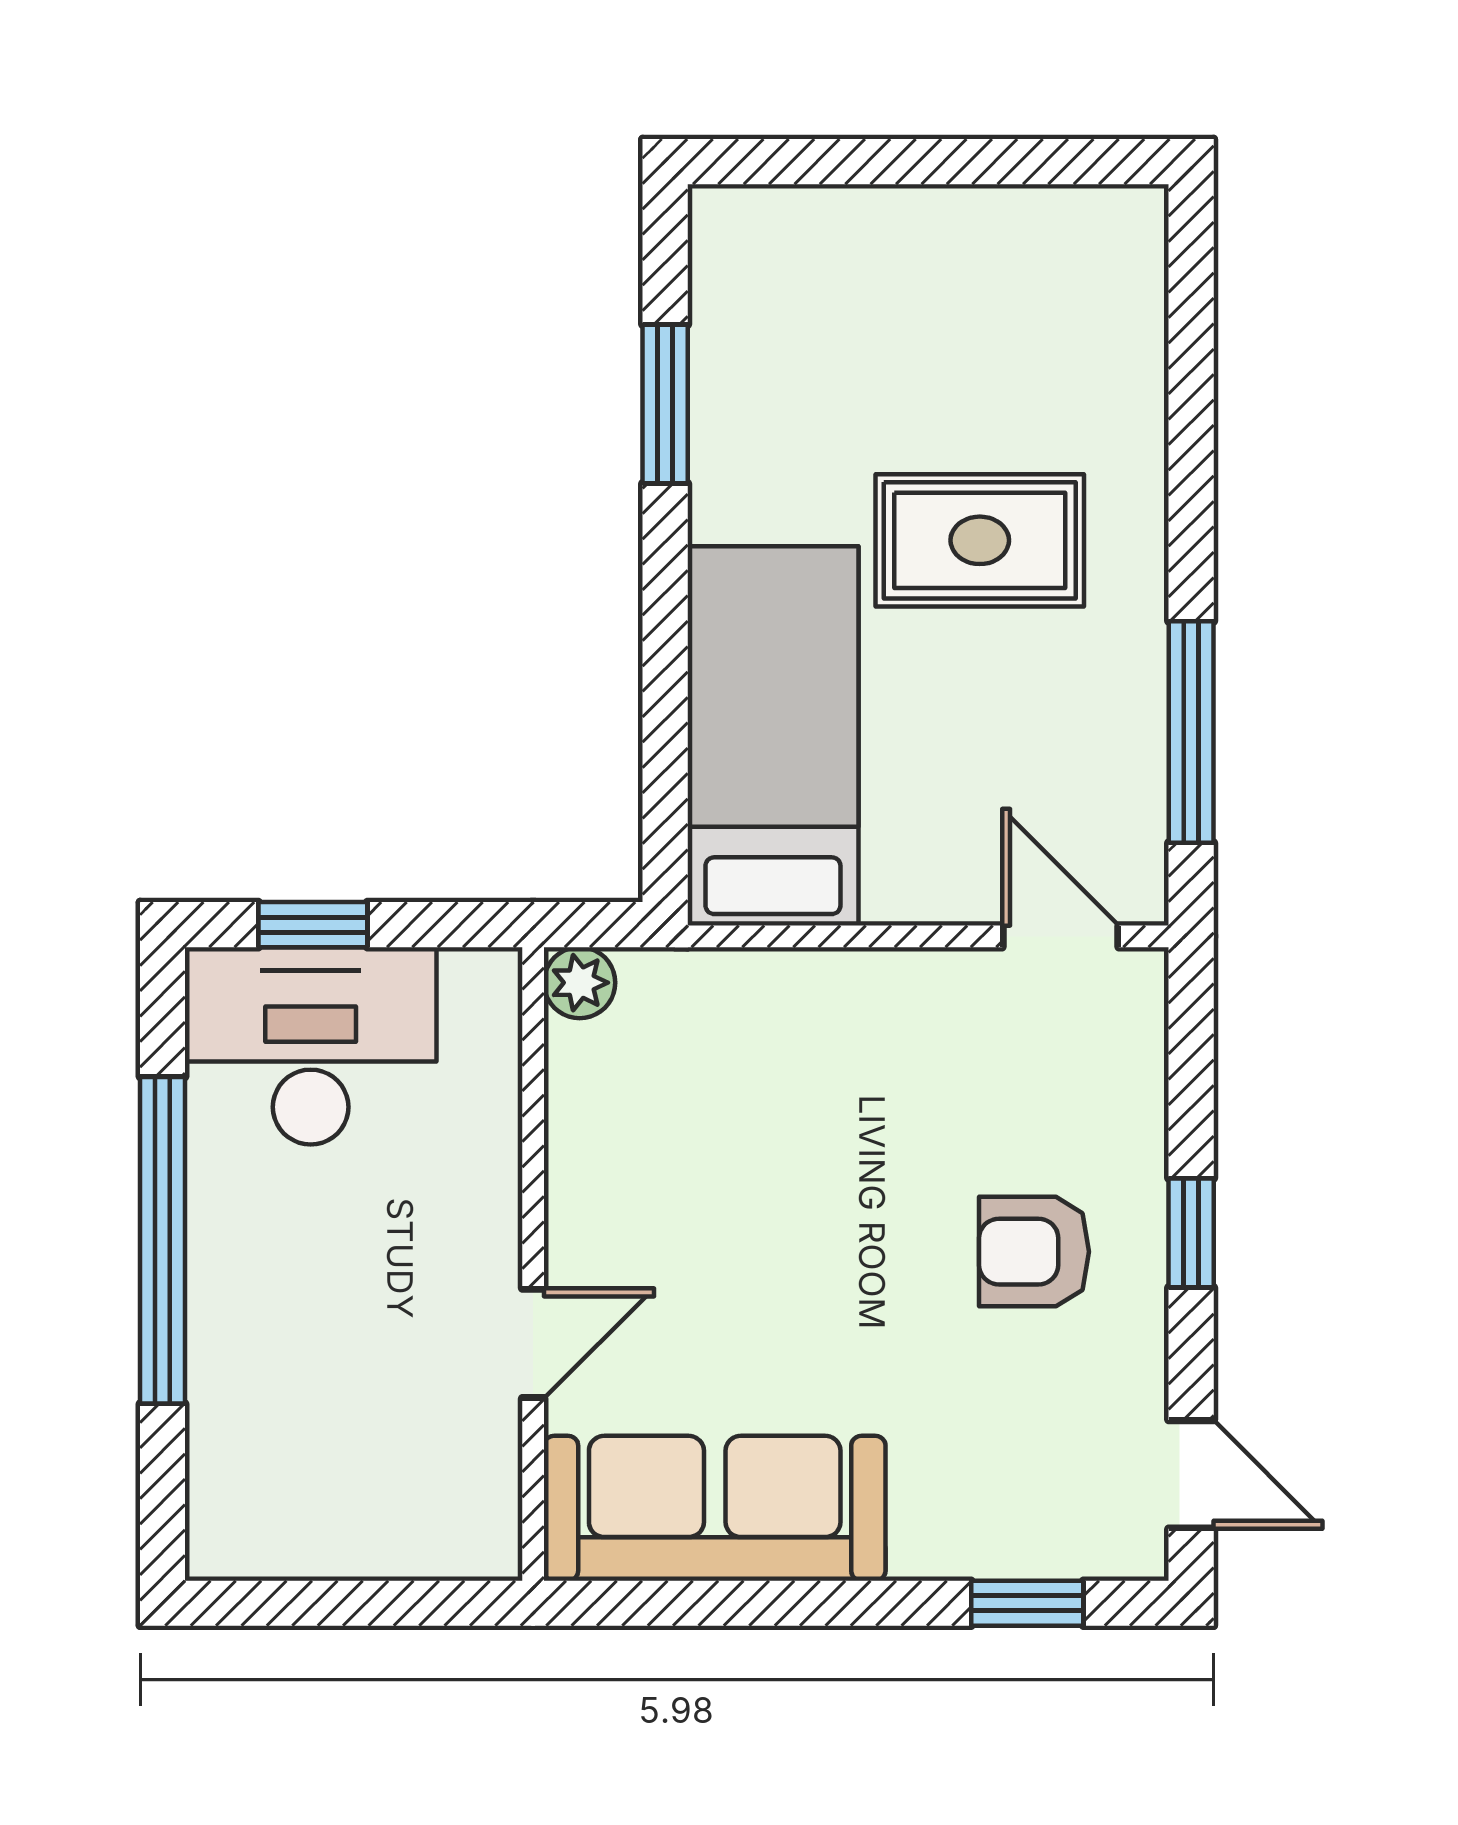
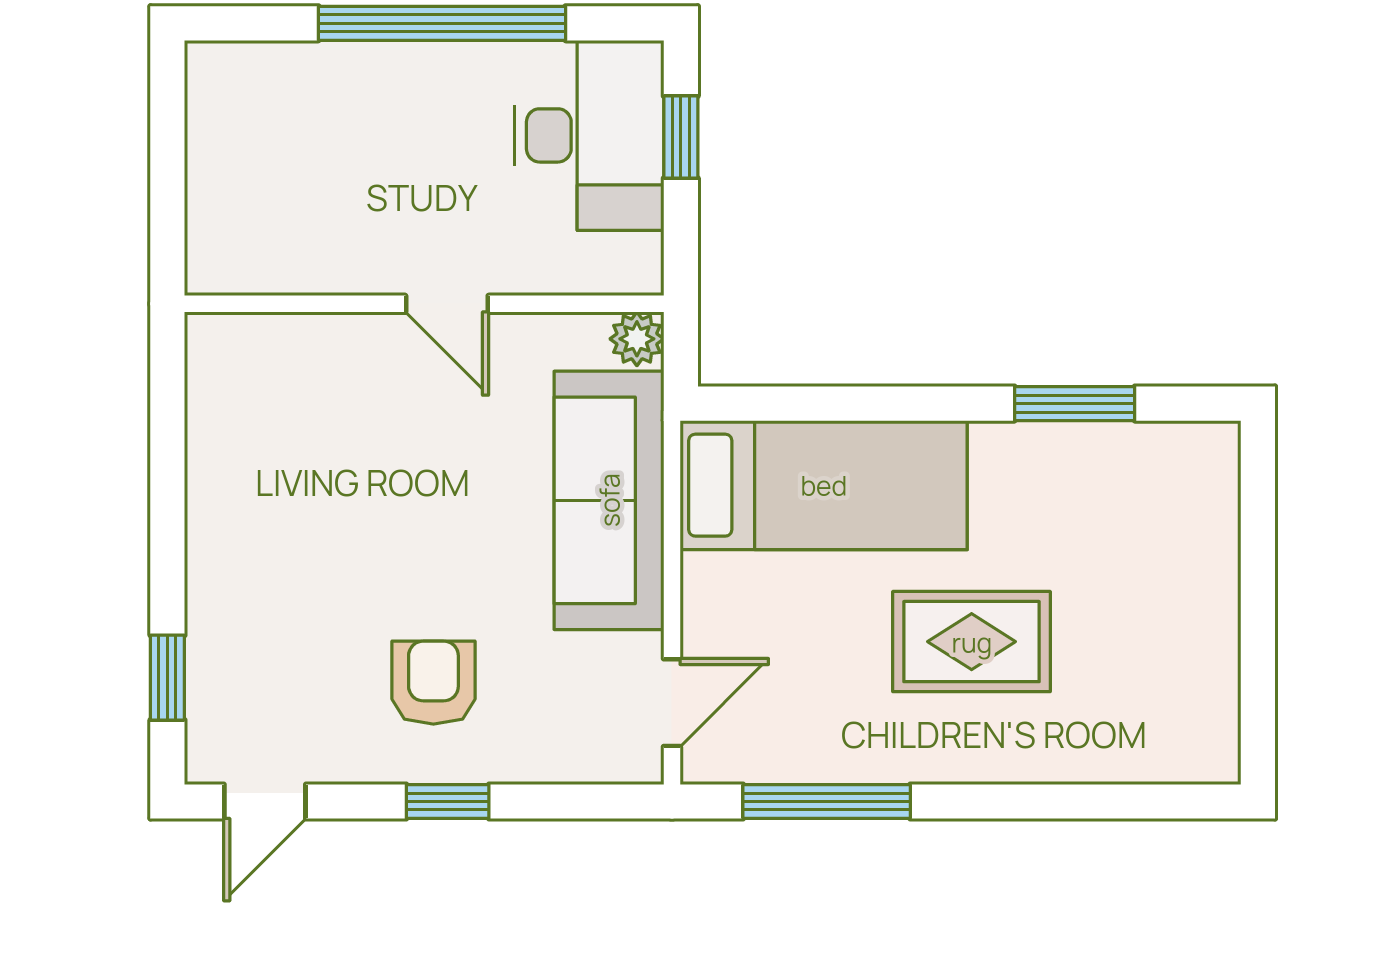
rug: (980, 540) -> (972, 642), turned 90
door: (533, 1343) -> (447, 304), moved
sofa: (715, 1508) -> (609, 500), moved, turned 180

